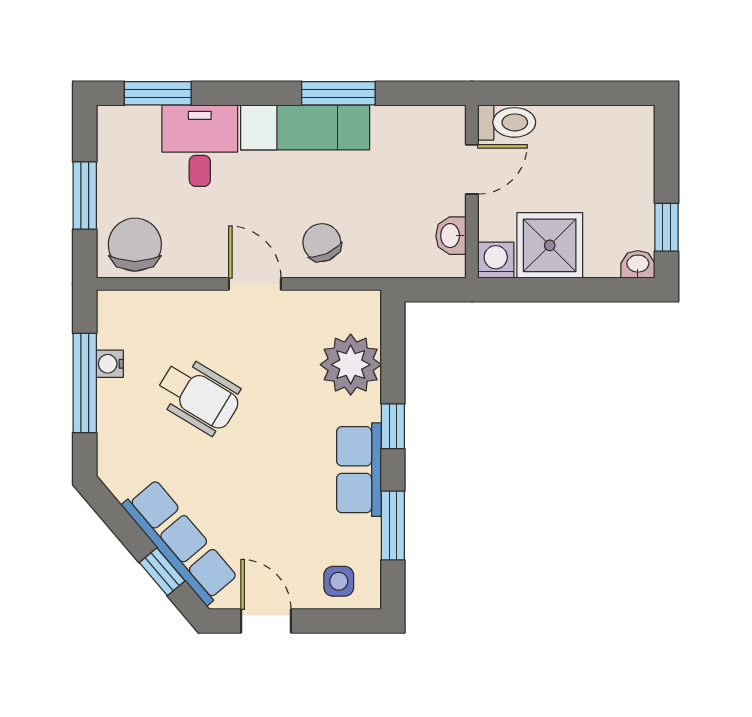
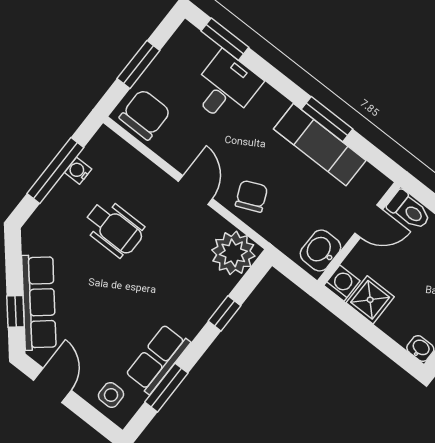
exam couch: (305, 127) -> (320, 145), moved
washbasin: (451, 236) -> (320, 250), width x1.38, depth x1.45
shower: (550, 245) -> (370, 300), width x0.73, depth x0.73
plant: (351, 365) -> (233, 253), moved
wheelchair: (199, 396) -> (114, 228), turned -31
window: (393, 426) -> (224, 313), moved
row of seats: (359, 470) -> (158, 359), moved

